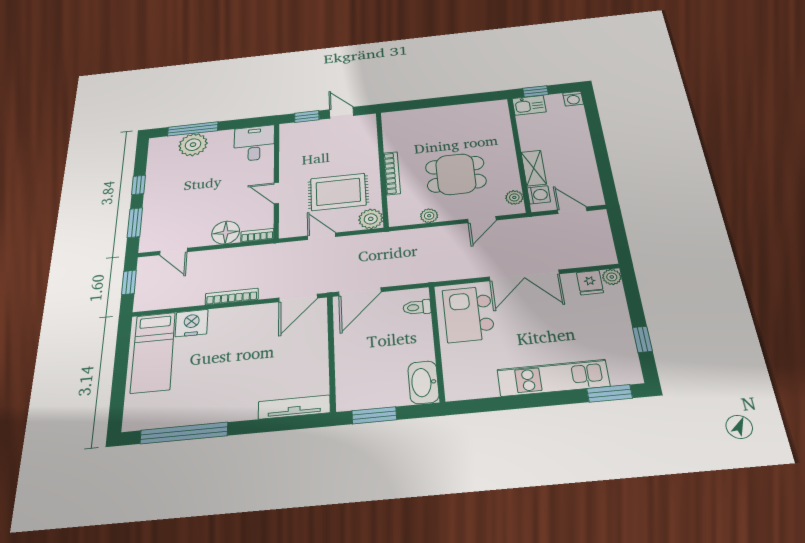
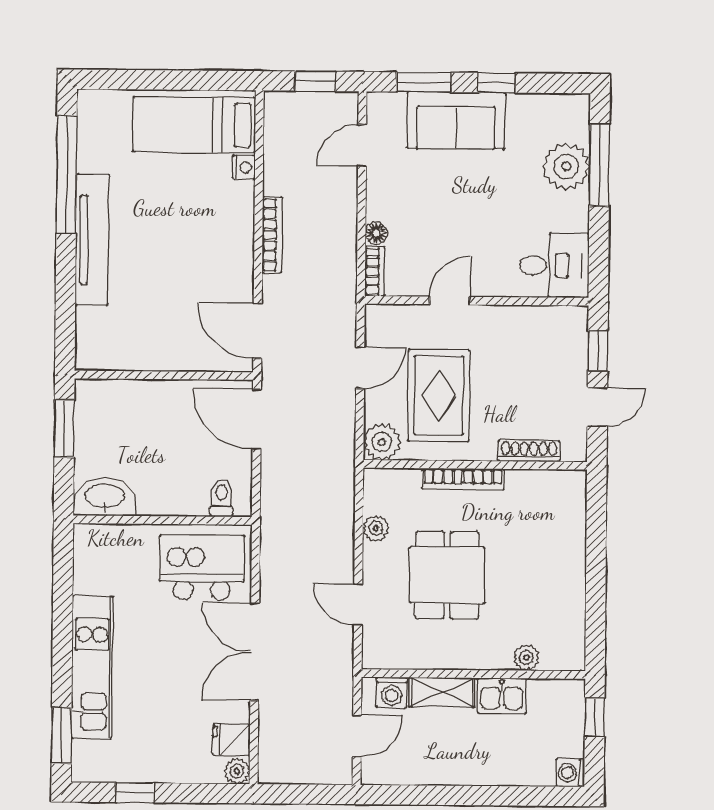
kitchen sink: (529, 105) -> (502, 696), moved, turned -90
shoe rack: (371, 142) -> (529, 451), added
plant: (514, 197) -> (526, 658), moved
sofa: (161, 203) -> (456, 120), added
floor lamp: (226, 233) -> (376, 233), width x0.53, depth x0.53
nightstand: (192, 323) -> (244, 167), width x0.53, depth x0.56
tv unit: (294, 407) -> (92, 240), moved, width x1.36, depth x1.29

